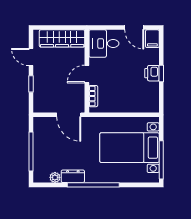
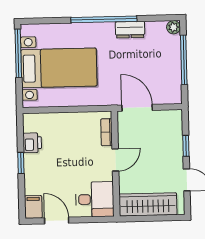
printer: (152, 73) -> (32, 143), moved
plant: (55, 177) -> (173, 27), moved

